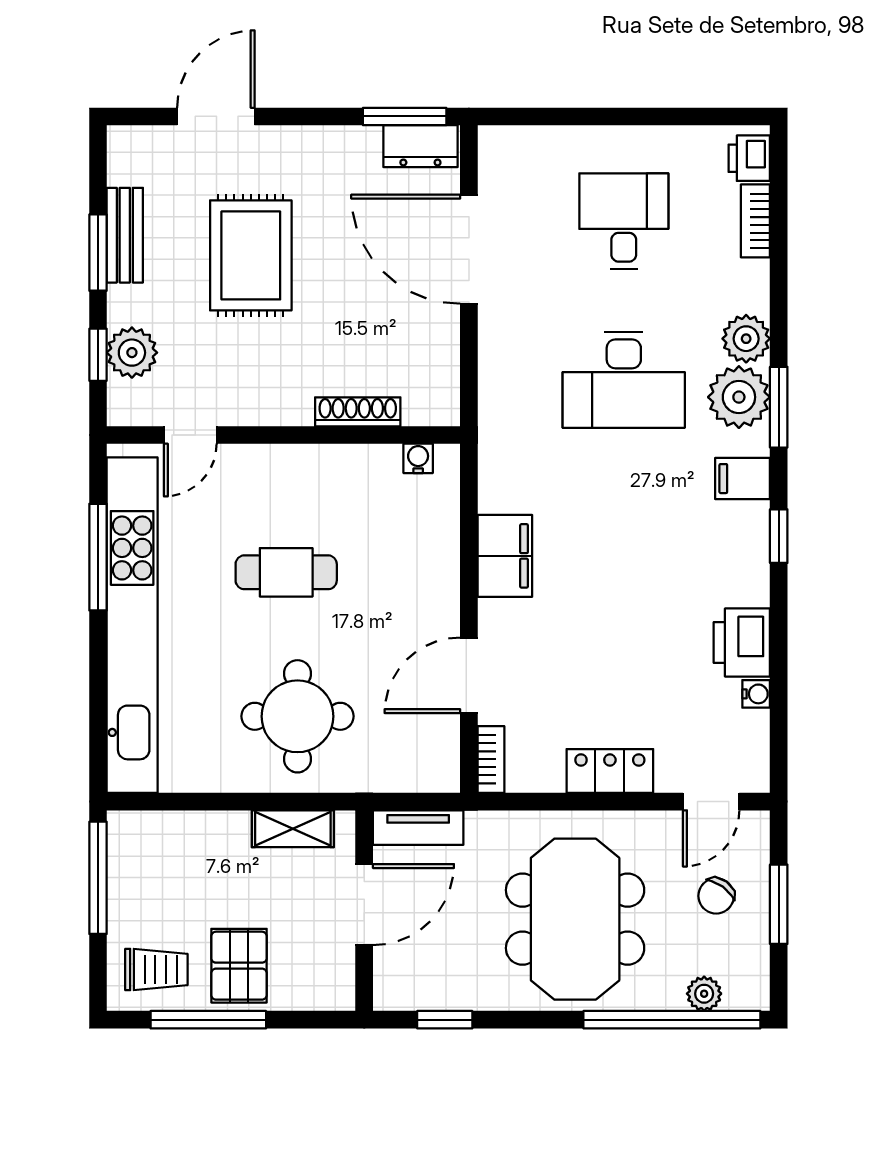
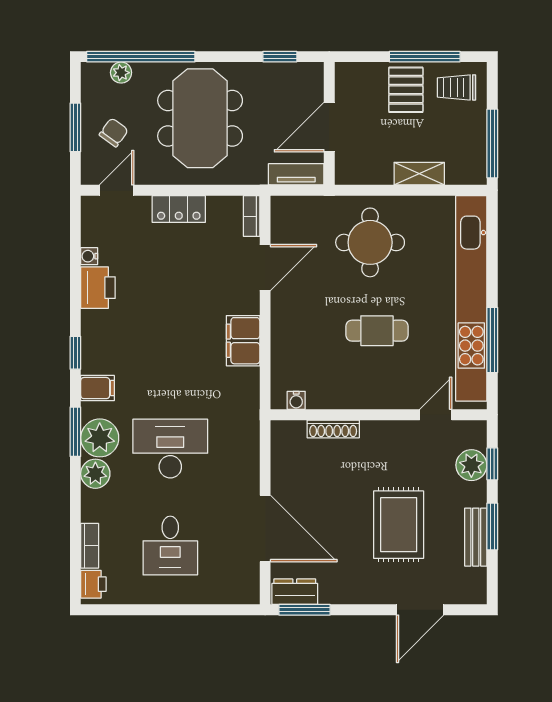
shelving: (293, 829) -> (419, 174), moved

